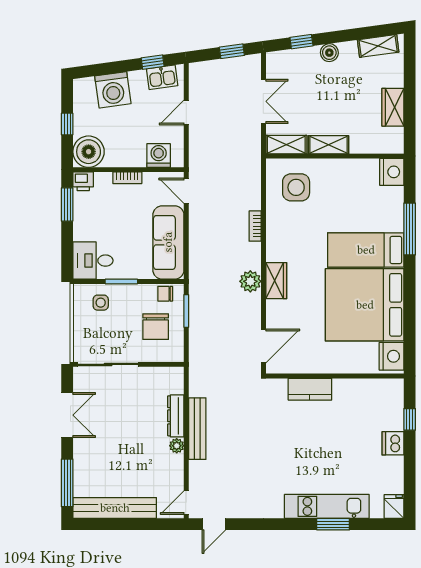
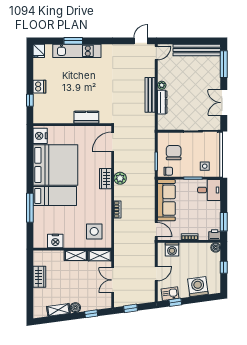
shelving: (378, 46) -> (58, 310), moved
boiler: (89, 152) -> (216, 247), width x0.54, depth x0.54
nightstand: (392, 172) -> (55, 241), moved, turned -90

